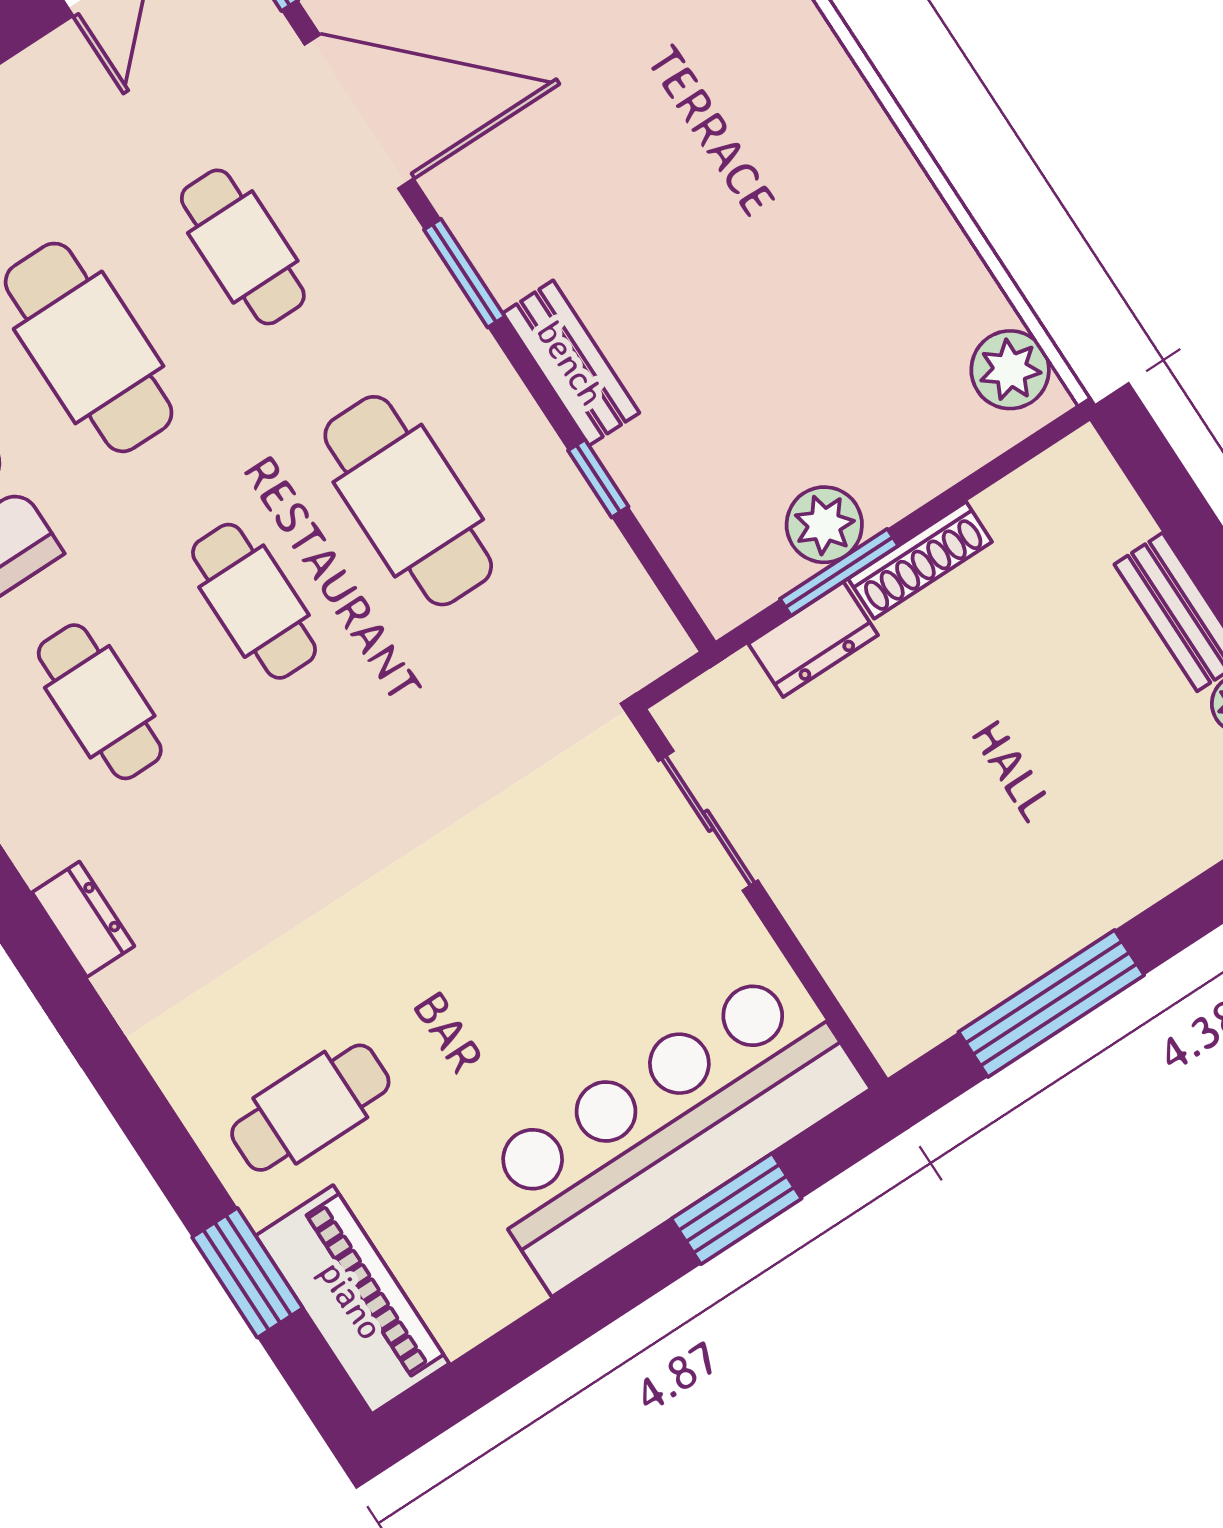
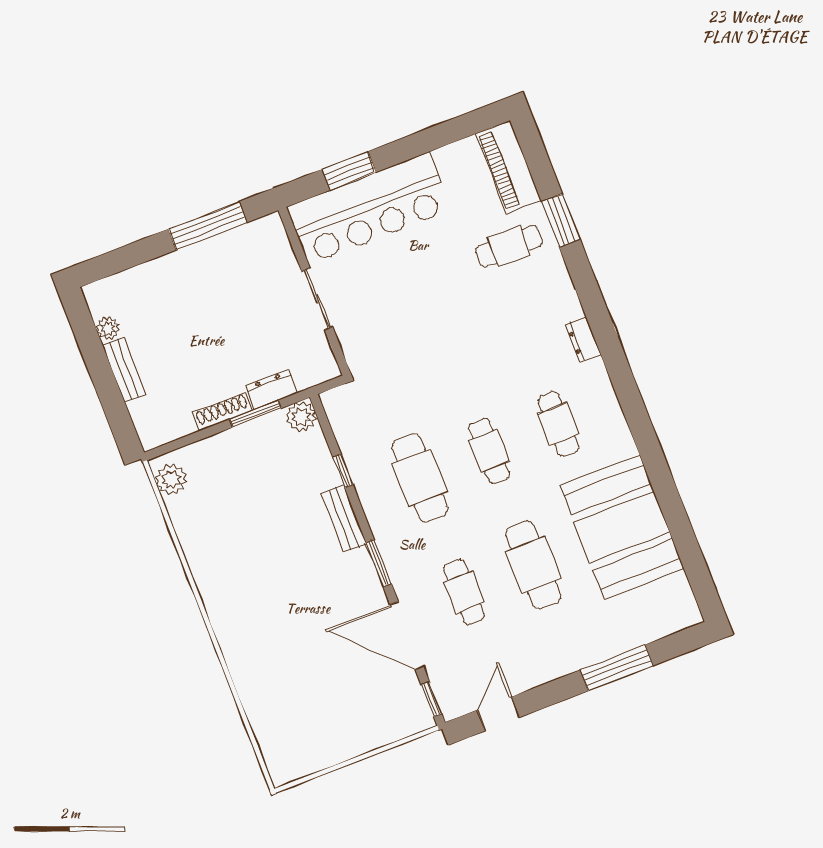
plant: (824, 525) -> (301, 417), moved
sliding door: (708, 821) -> (317, 299), moved
window: (247, 1273) -> (561, 220), moved

